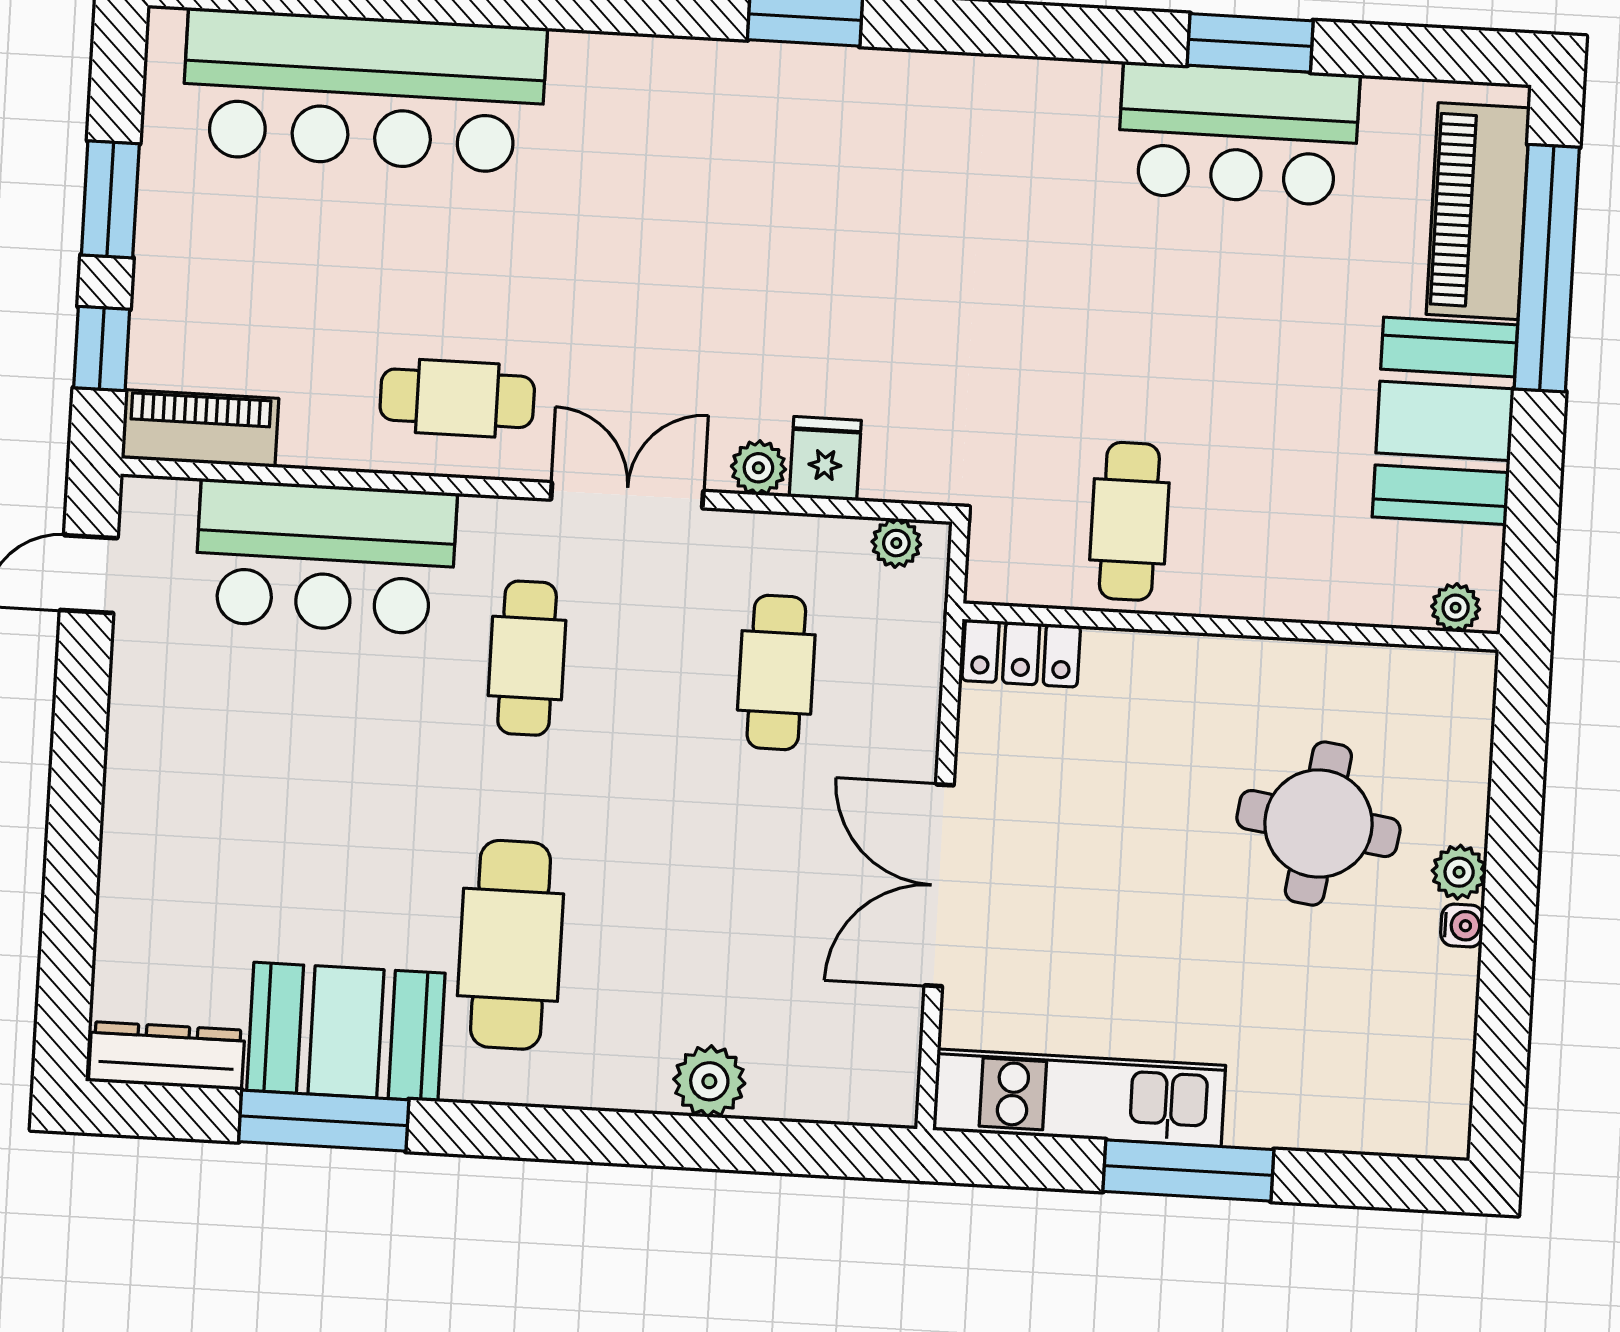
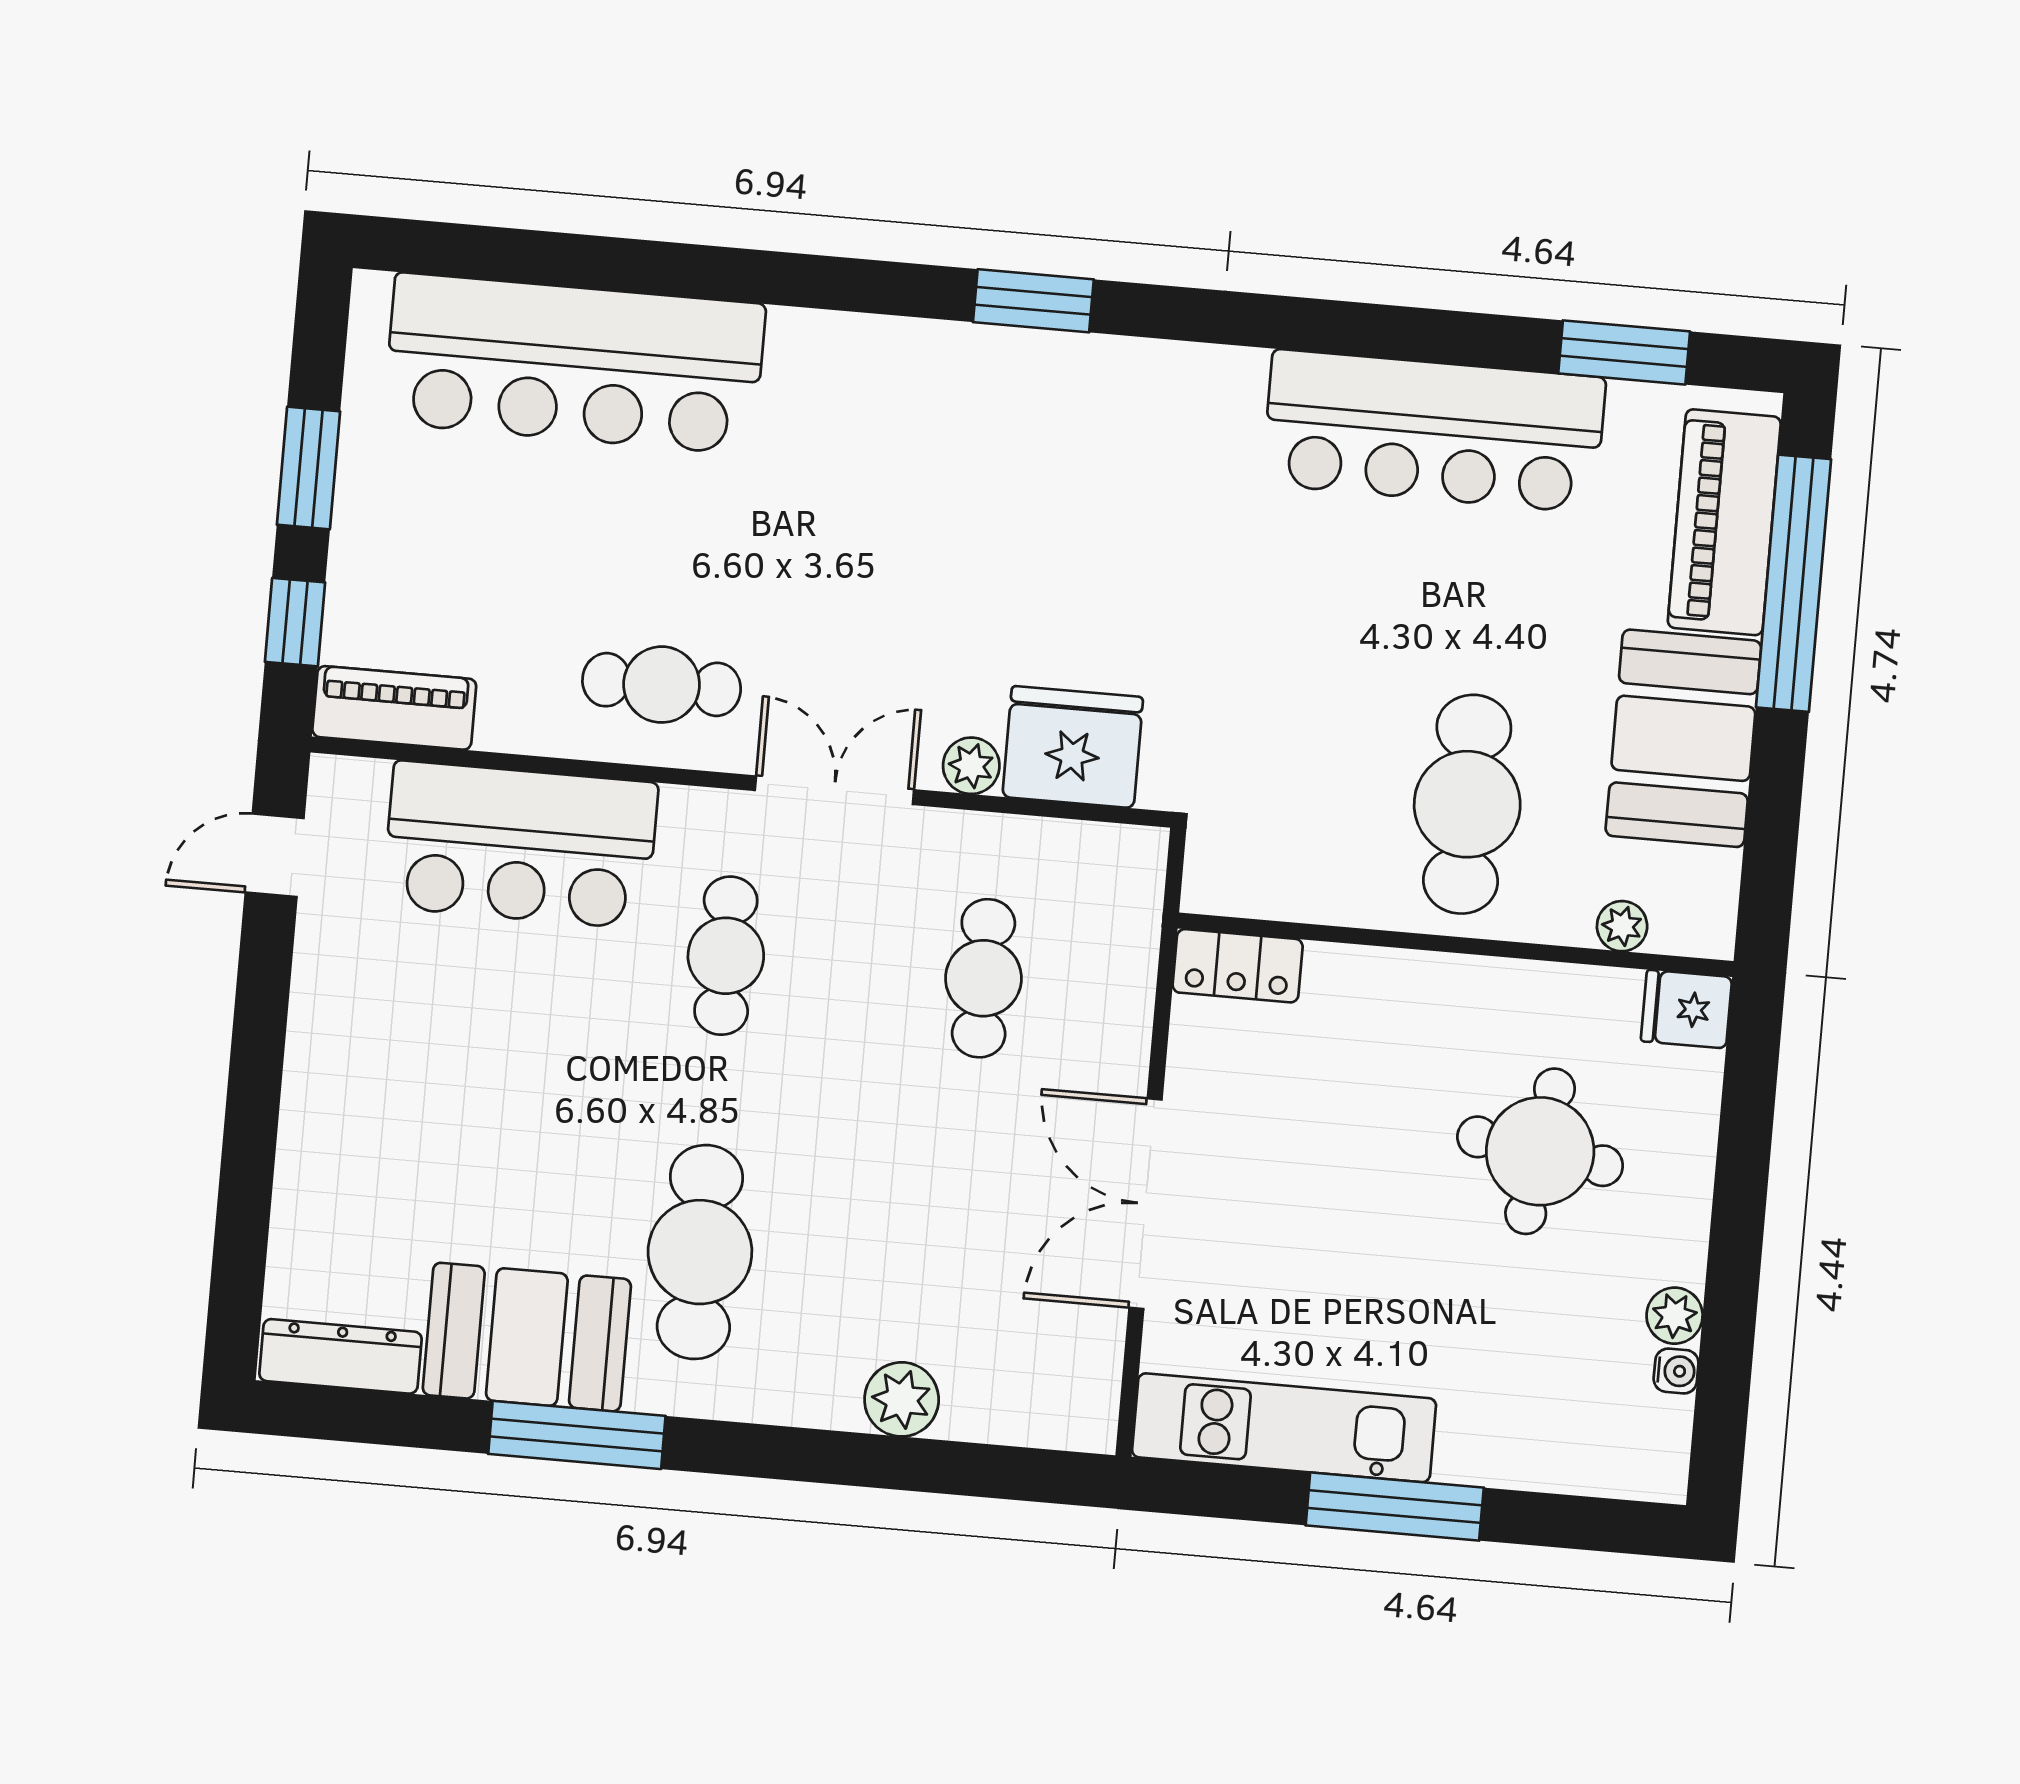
window: (1250, 43) -> (1624, 352), moved
bar counter: (1238, 134) -> (1434, 431), width x1.36
fridge: (825, 459) -> (1073, 747), width x1.88, depth x1.34
cafe table: (1129, 521) -> (1467, 804), moved, width x1.37, depth x1.35
plant: (896, 543) -> (1112, 848), removed
plant: (1456, 608) -> (1622, 926), moved
fridge: (1456, 682) -> (1686, 1009), added
plant: (1459, 872) -> (1675, 1316), moved
water cooler: (1462, 926) -> (1676, 1371), moved
window: (324, 1121) -> (577, 1435), moved

